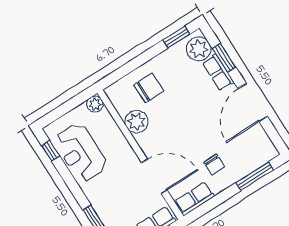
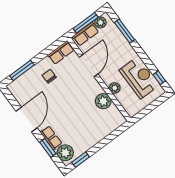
chair: (149, 88) -> (97, 124), removed
plant: (95, 104) -> (115, 88), moved
door: (154, 176) -> (89, 65), swing flipped

